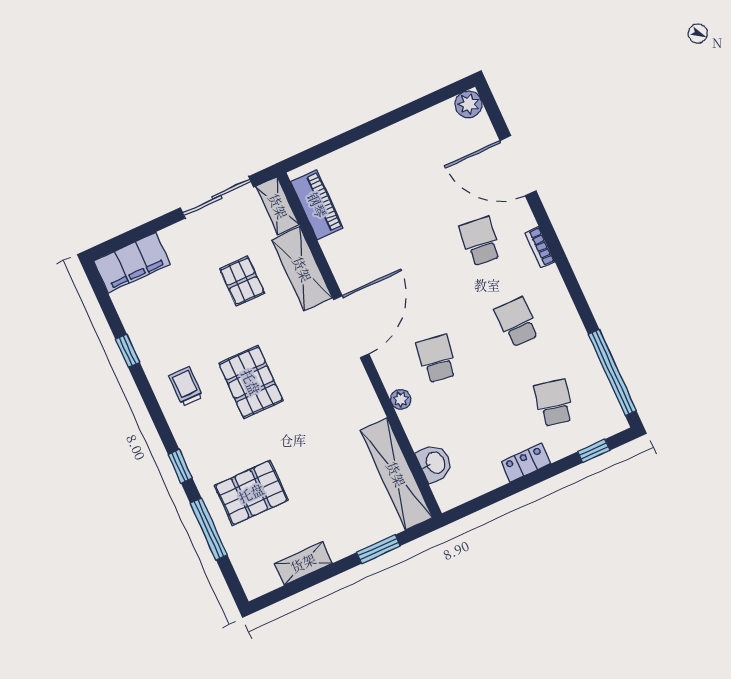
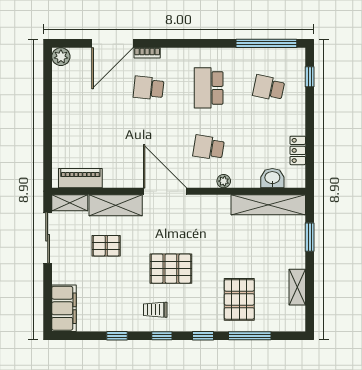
bookcase: (540, 247) -> (147, 53), moved
school desk: (517, 322) -> (209, 88), width x1.85
window: (155, 411) -> (162, 336), added
locker: (526, 463) -> (298, 150), moved

